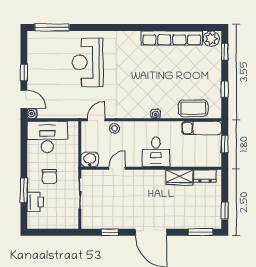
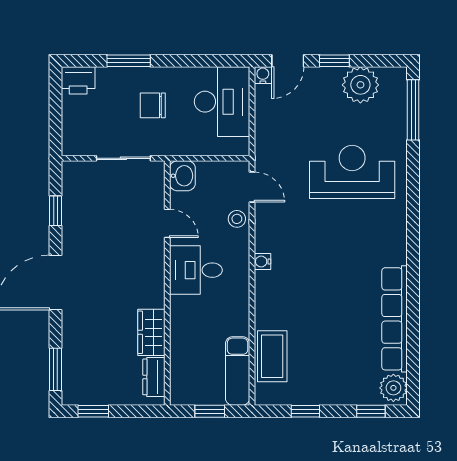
plant: (38, 58) -> (360, 85), added
water cooler: (156, 114) -> (262, 261), moved
desk: (156, 152) -> (196, 270), moved
printer: (35, 202) -> (78, 80), moved

